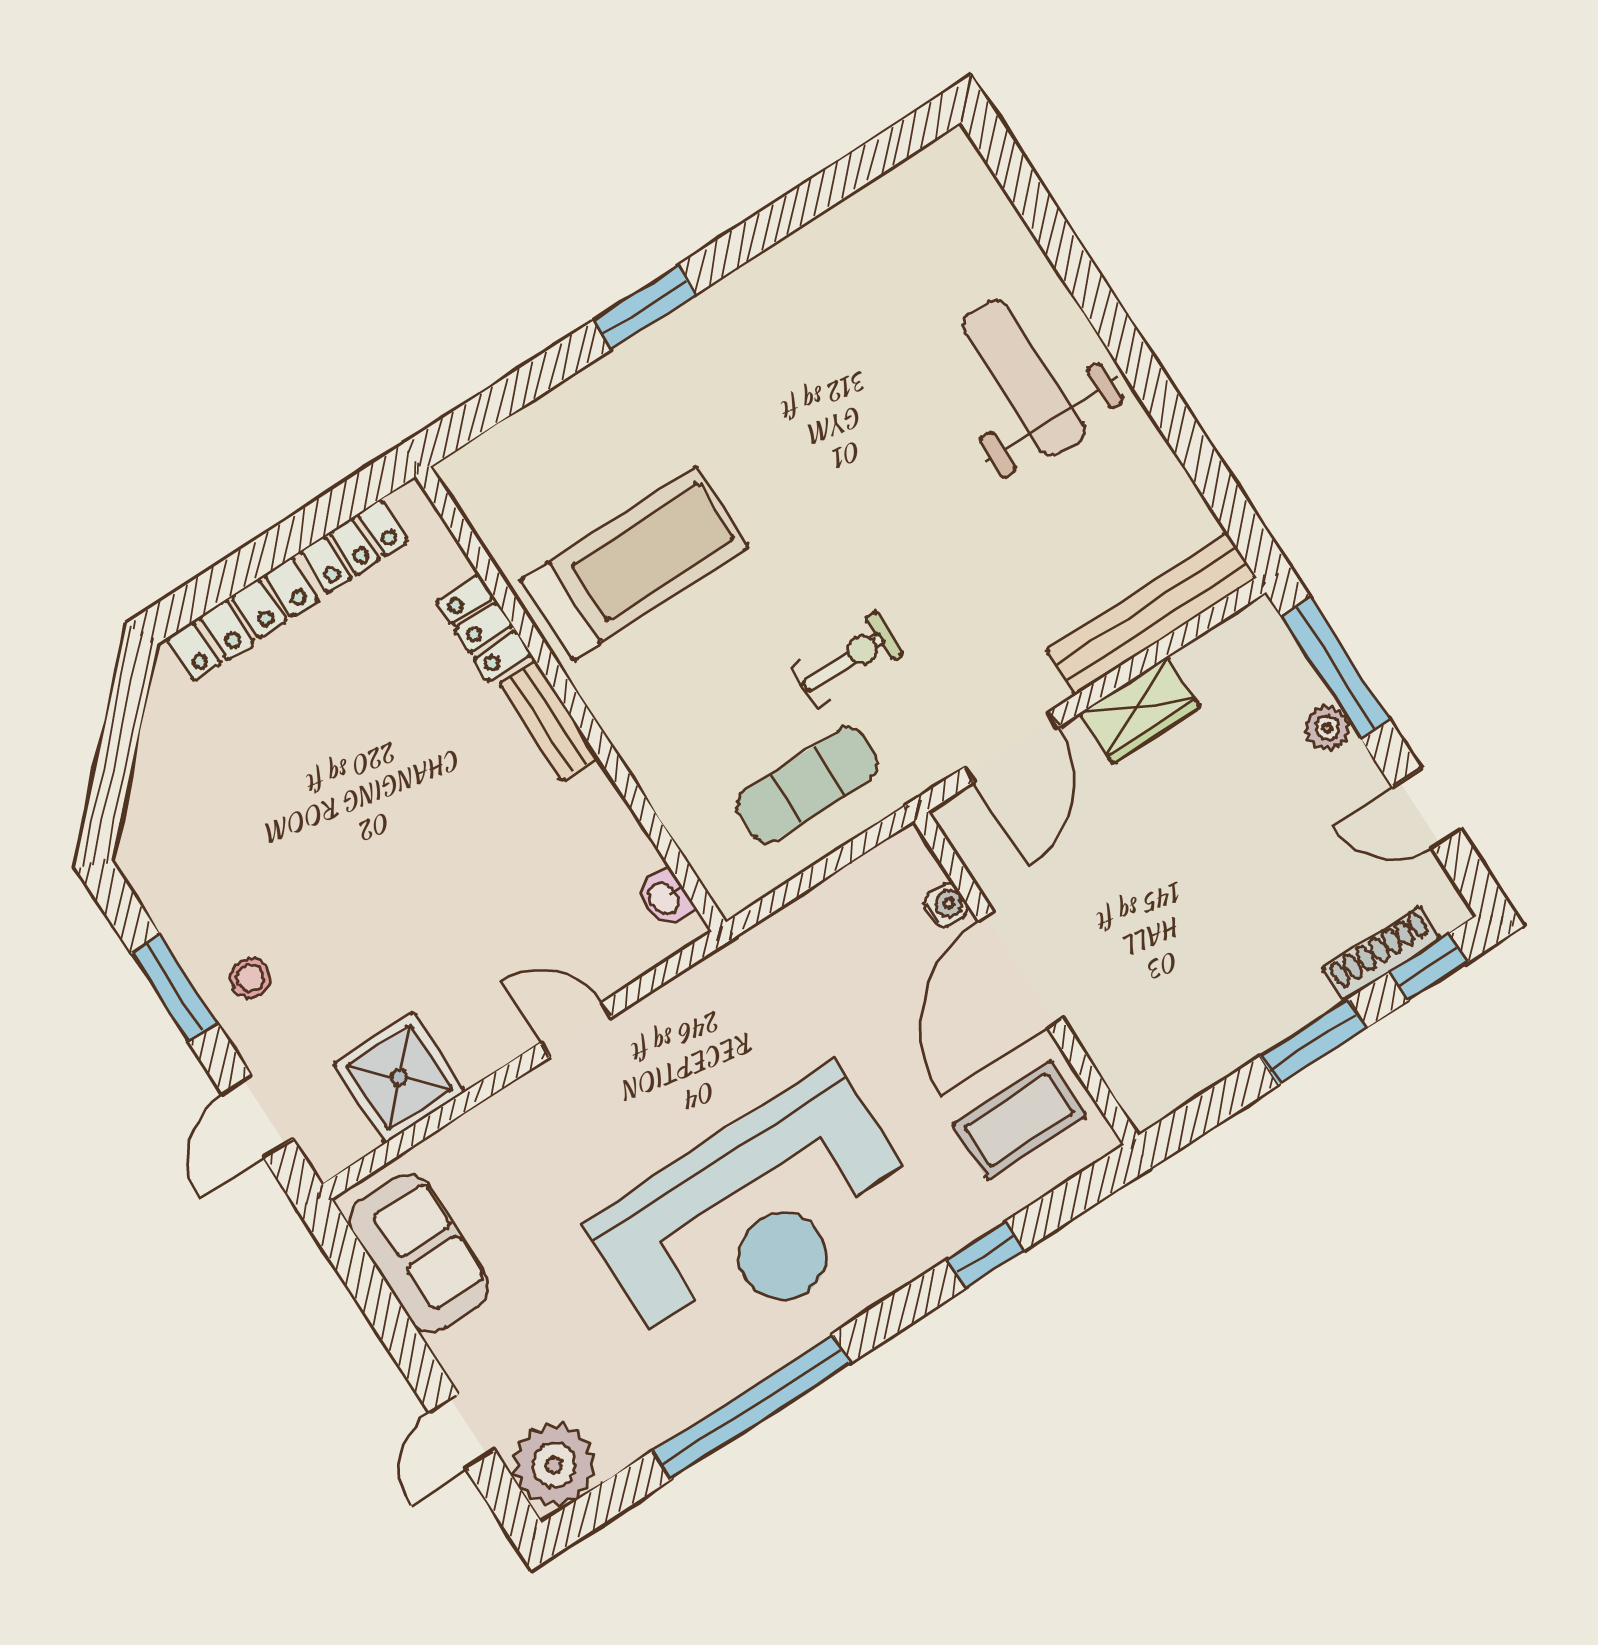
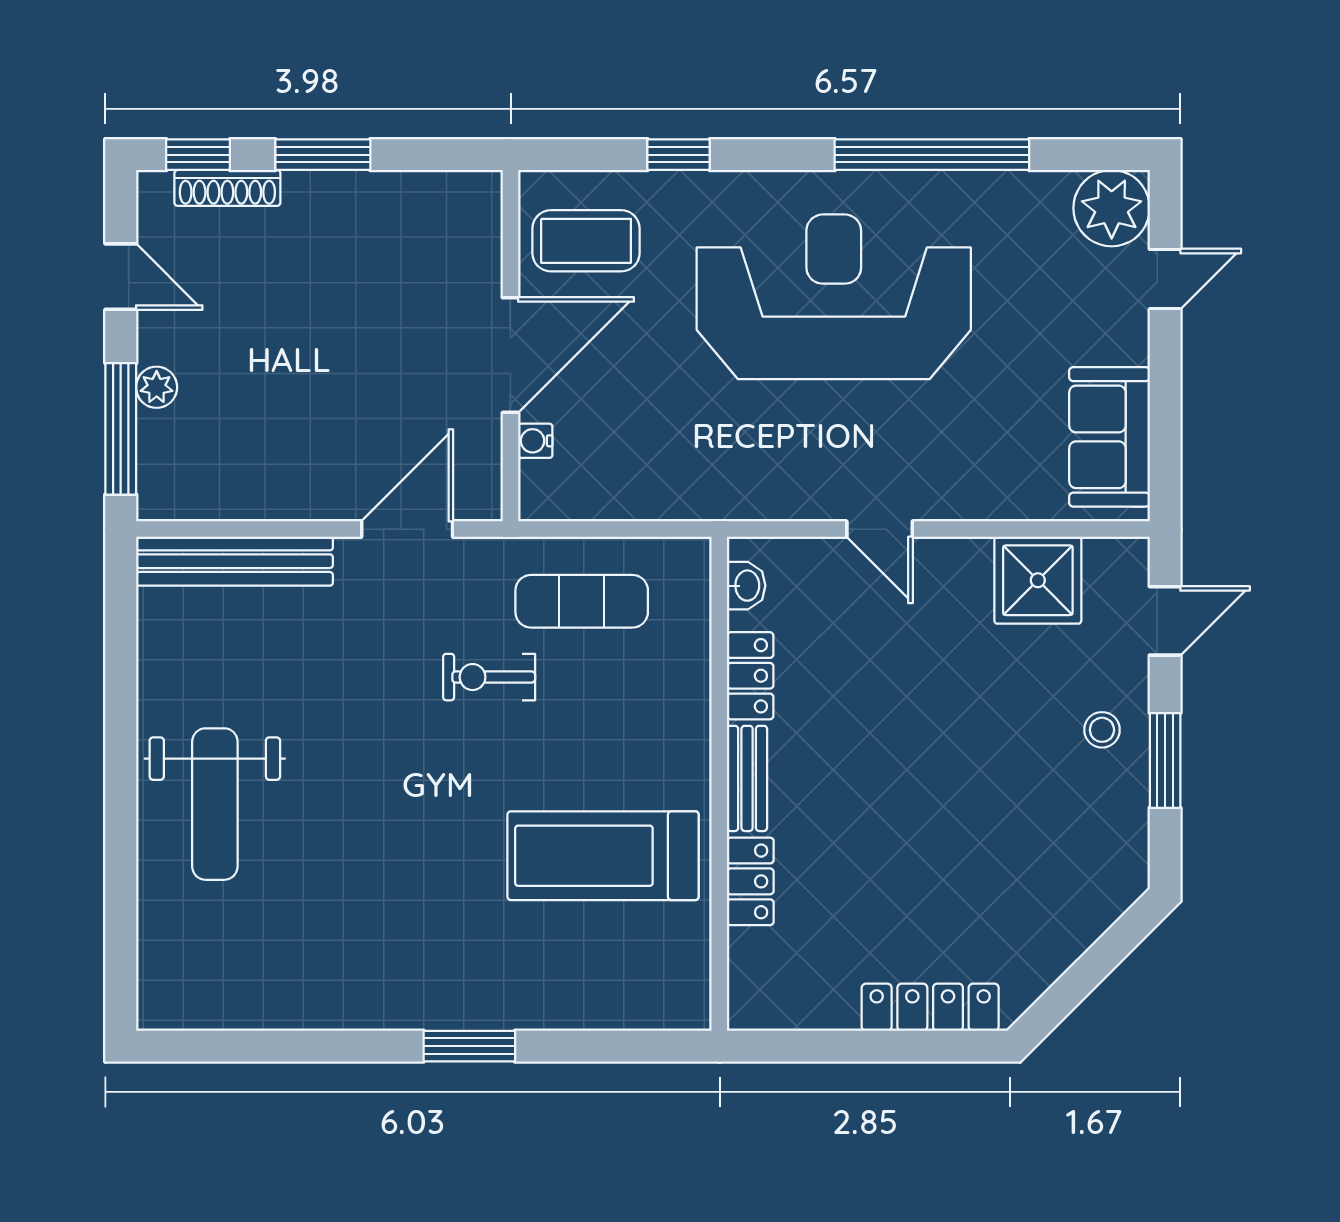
locker: (354, 546) -> (750, 676), moved, turned 90
wardrobe: (1140, 710) -> (291, 494), removed

